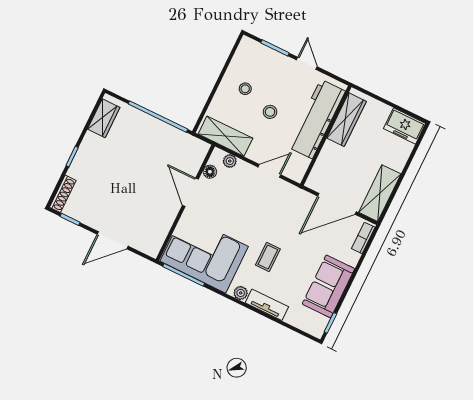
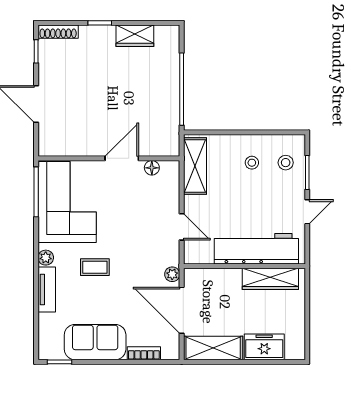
stool: (270, 112) -> (286, 163), moved
wardrobe: (104, 118) -> (135, 36), moved
freezer: (405, 126) -> (264, 347), moved, turned 90
plant: (230, 161) -> (172, 274), moved
bookcase: (363, 238) -> (144, 353), moved

